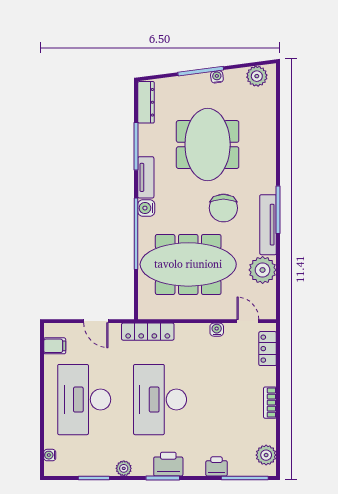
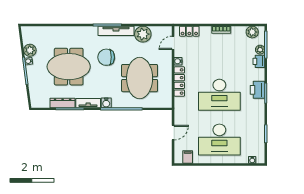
plant: (257, 76) -> (30, 50), moved
dresser: (146, 102) -> (63, 103), moved
chair: (223, 208) -> (106, 57), turned 180
meeting table: (188, 264) -> (140, 78), width x0.73
locker: (148, 332) -> (179, 81), moved
plant: (124, 468) -> (260, 50), moved

